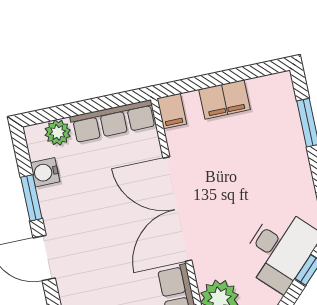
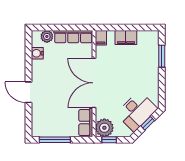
window: (31, 198) -> (29, 64), removed

